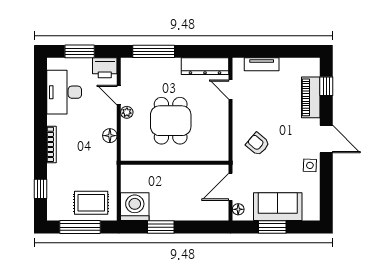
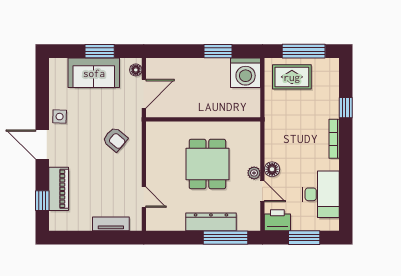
dresser: (205, 66) -> (211, 222), moved
floor lamp: (110, 136) -> (272, 169), moved
window: (40, 189) -> (346, 108), moved

